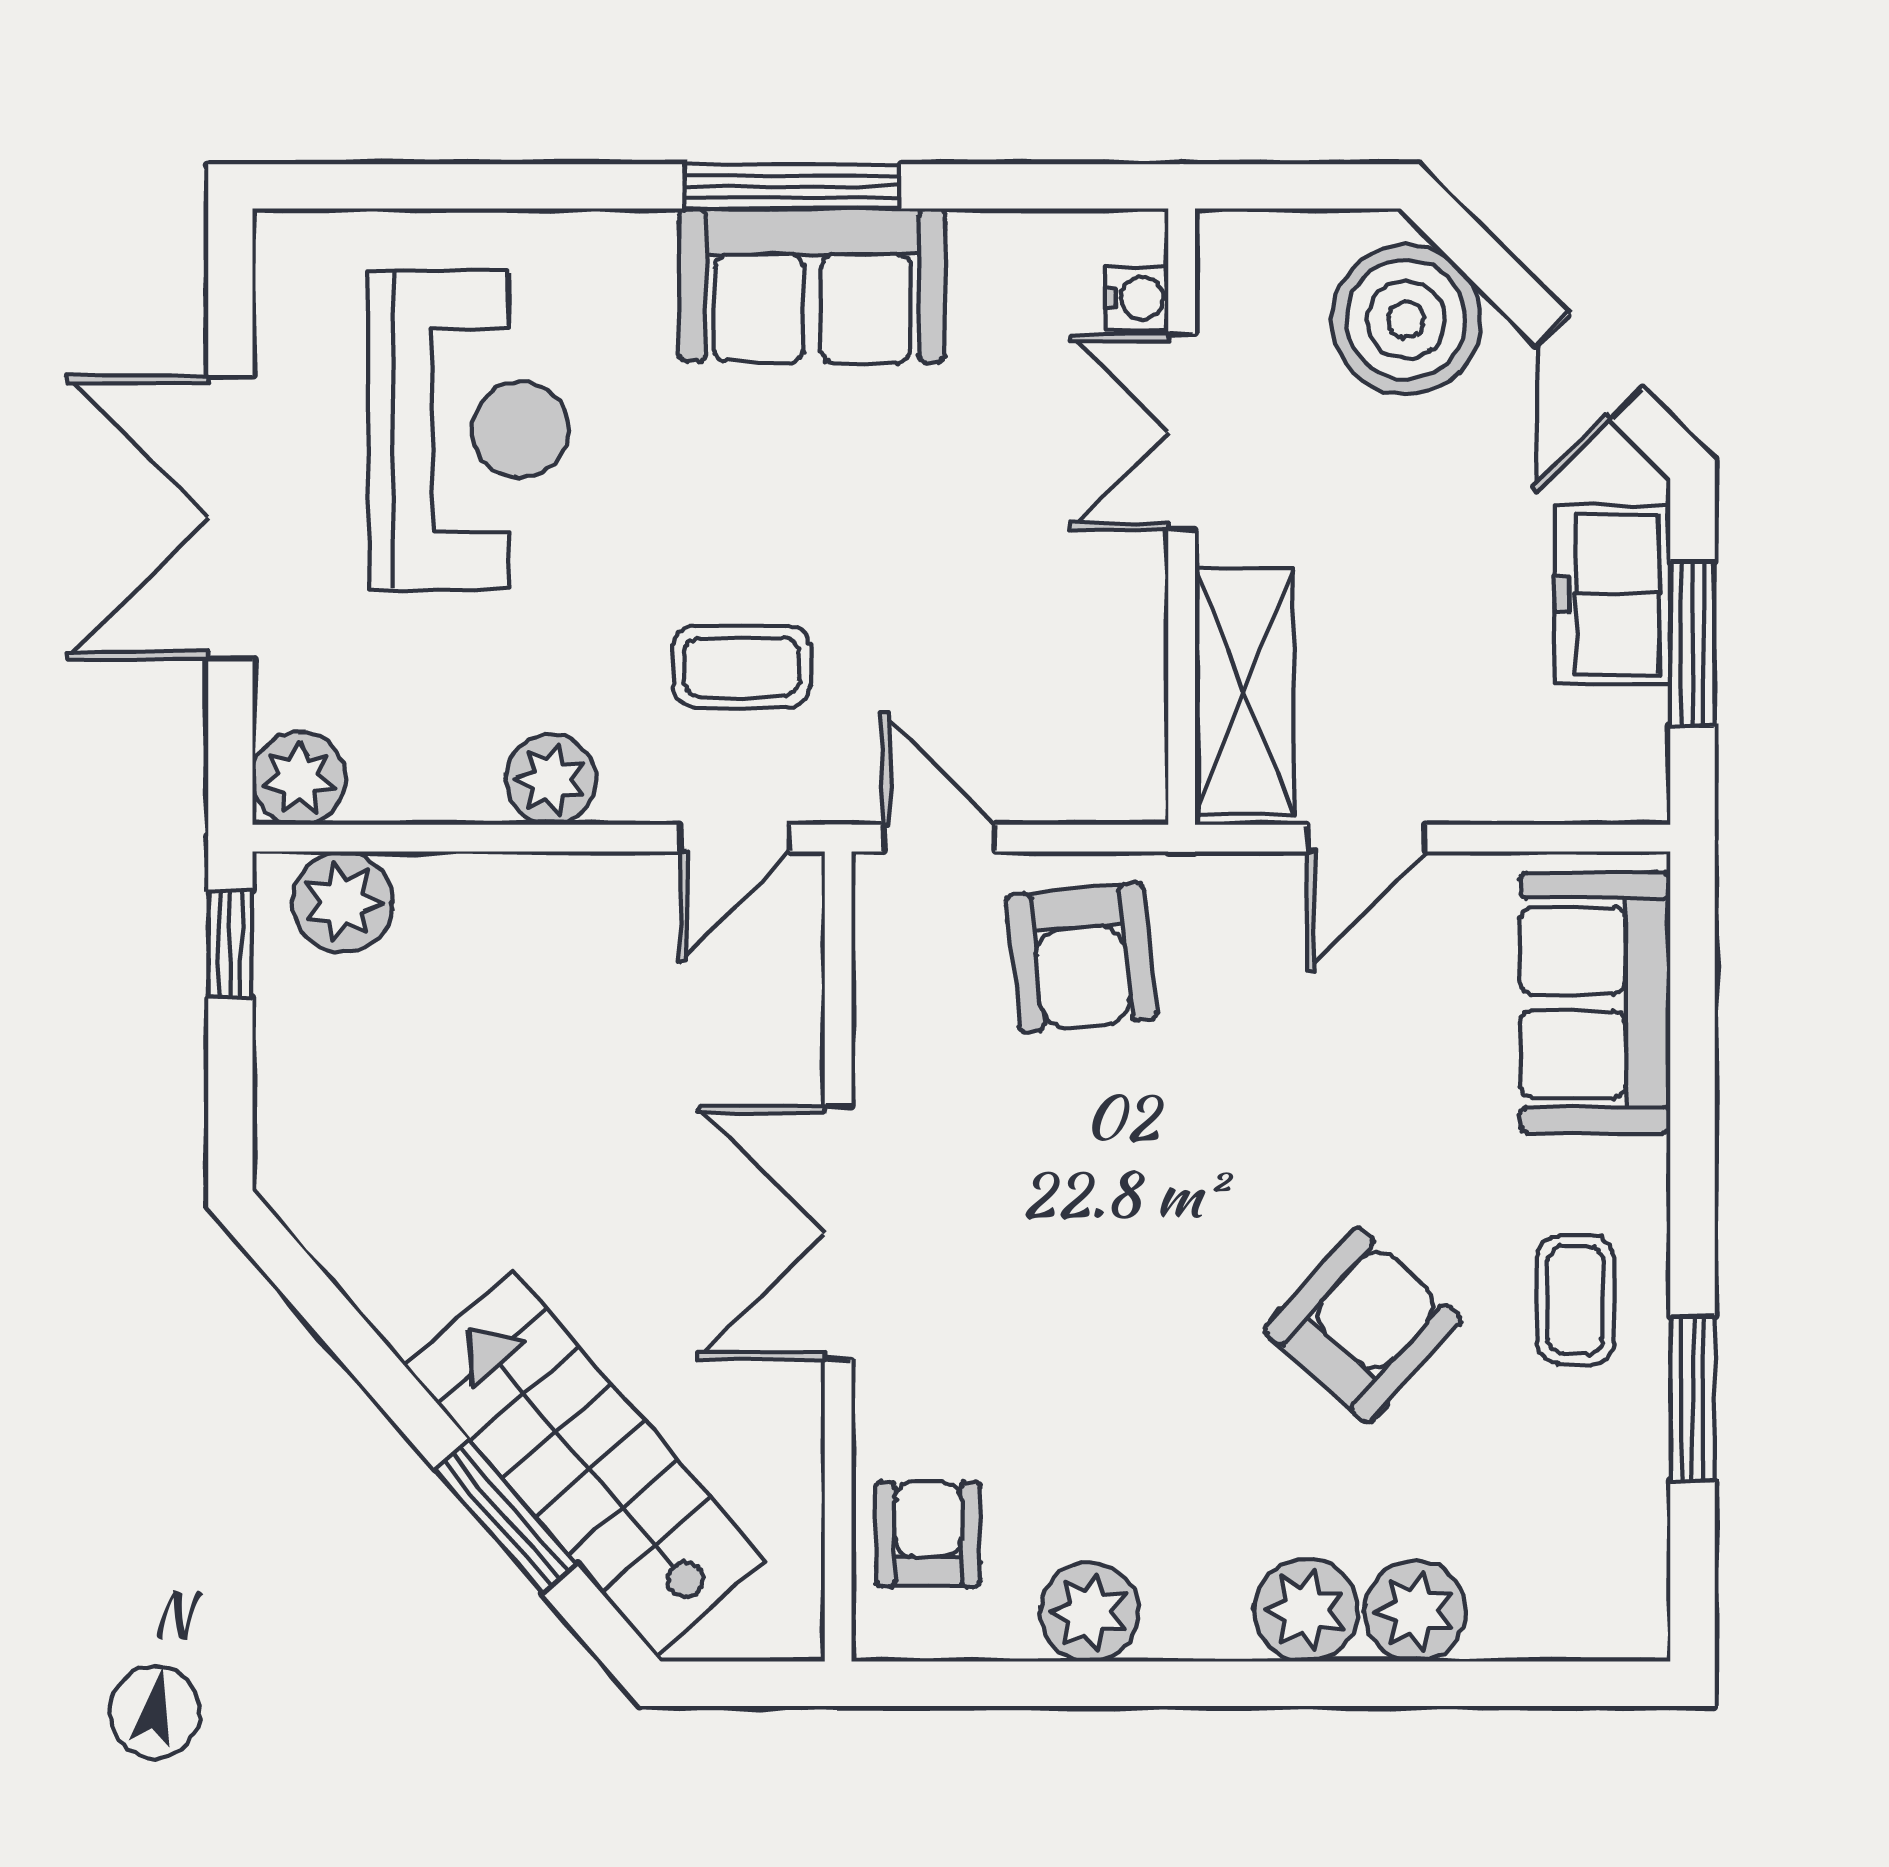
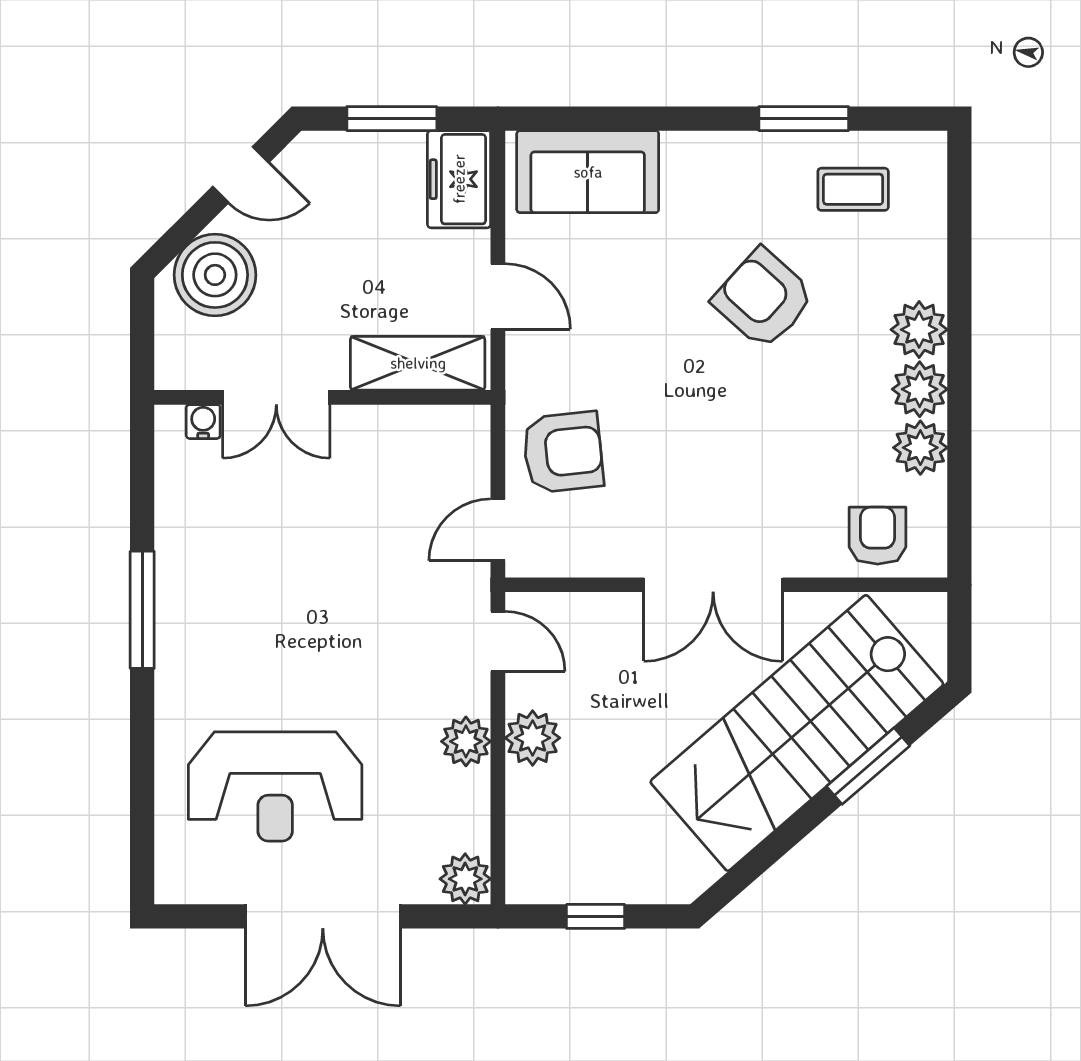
sofa: (812, 285) -> (196, 599), removed
reception desk: (468, 430) -> (275, 786), turned 180
freezer: (1613, 594) -> (459, 179), moved, turned 90
coffee table: (741, 667) -> (404, 638), removed
plant: (342, 902) -> (533, 738), moved
window: (230, 944) -> (596, 916), moved
coffee table: (1575, 1300) -> (853, 189), moved
stairs: (585, 1463) -> (797, 733), width x1.36, depth x1.51
armchair: (928, 1534) -> (878, 536), turned 90
plant: (1415, 1611) -> (920, 389), moved

